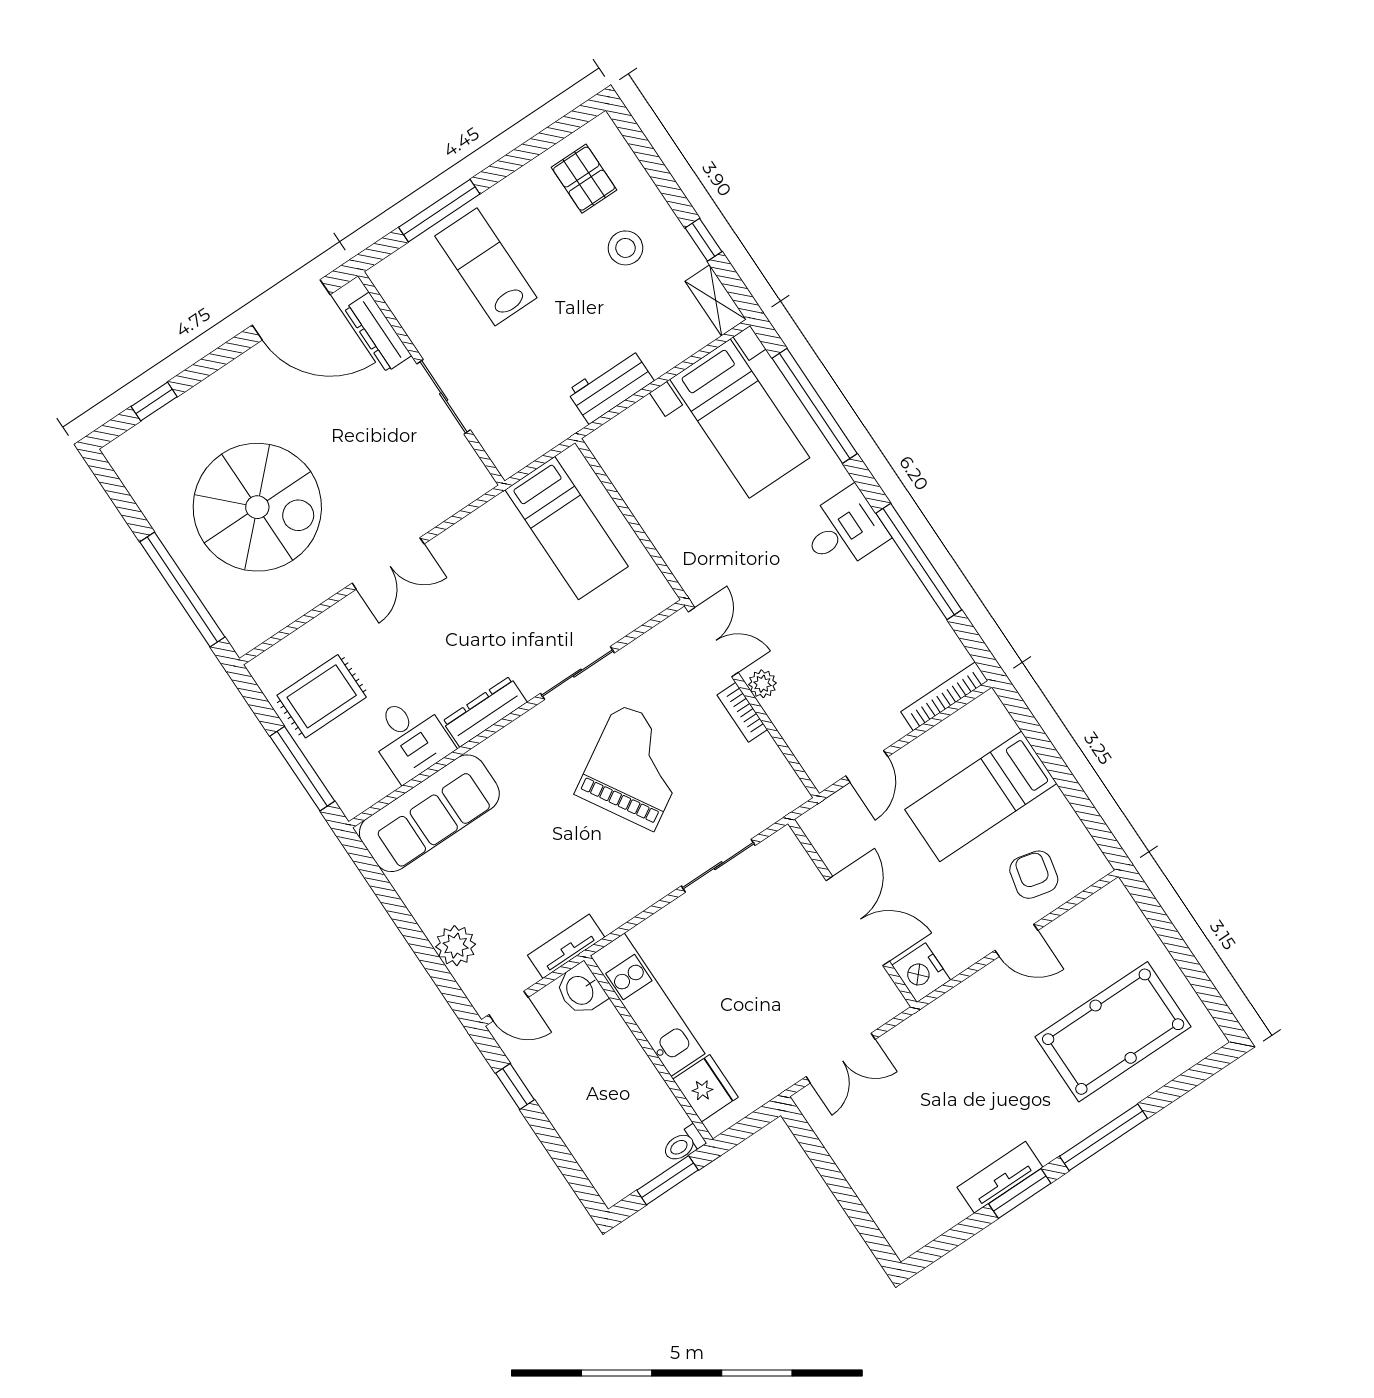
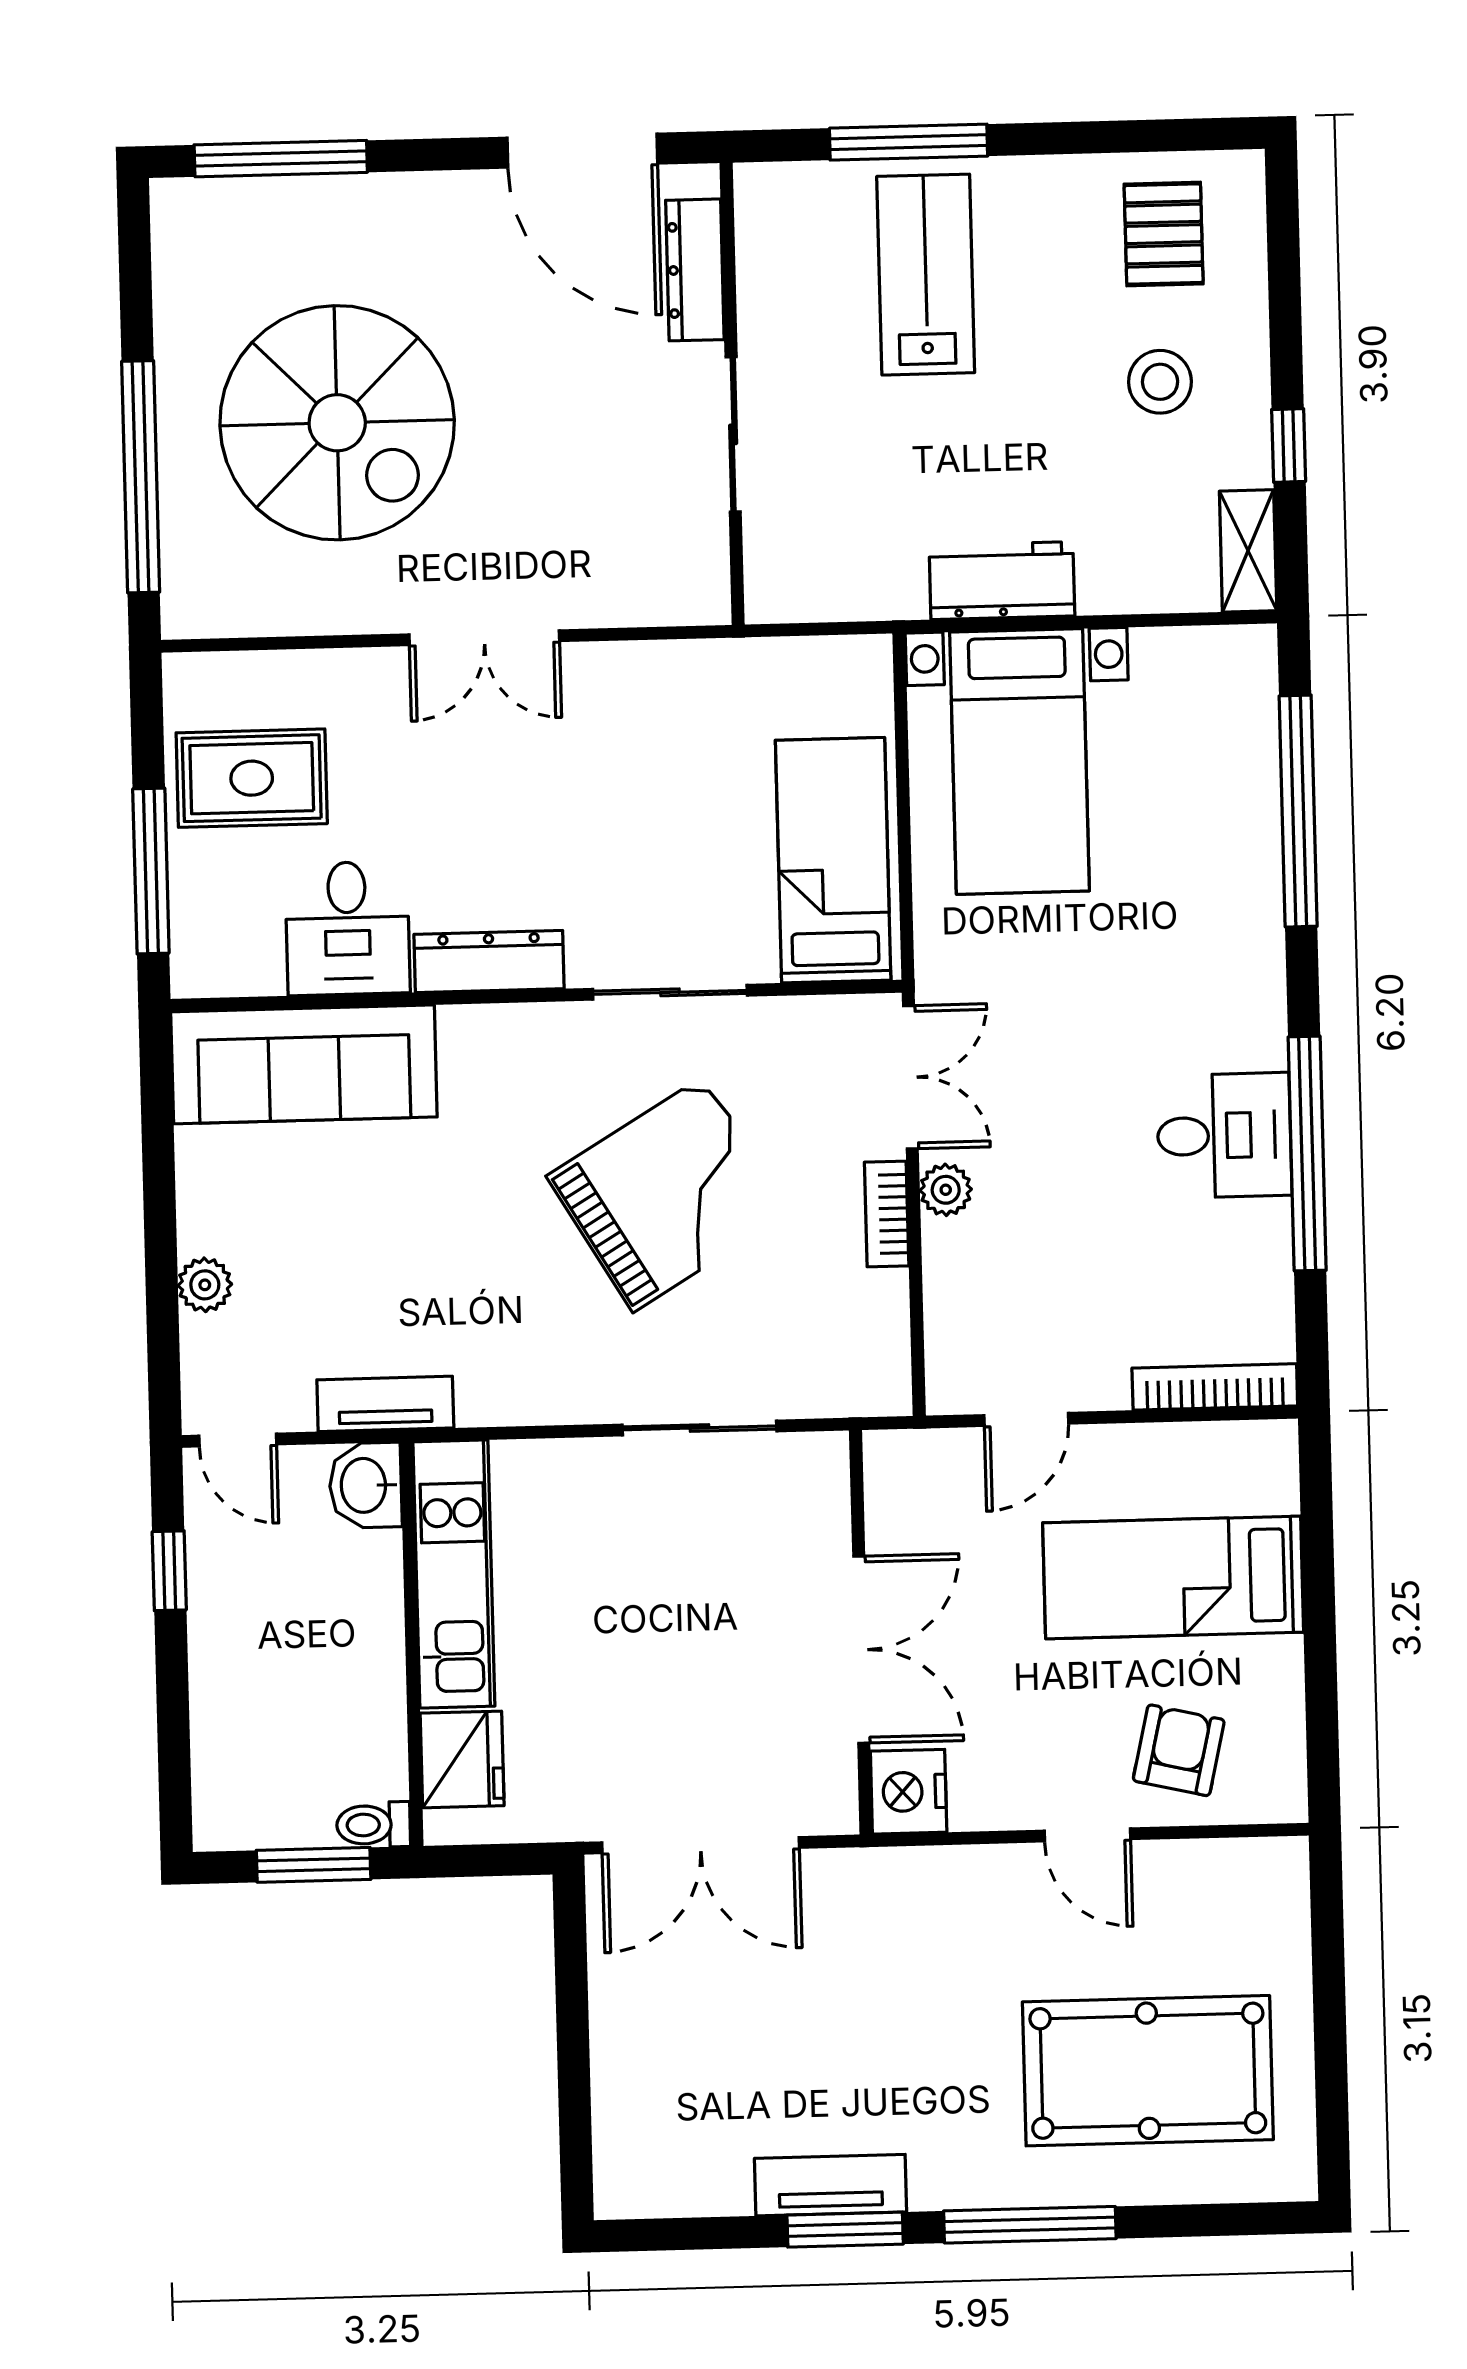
window: (154, 402) -> (281, 159), width x2.17
bed with nightstands: (740, 419) -> (1019, 761), moved
bed: (567, 528) -> (833, 860), moved, turned 180
desk: (844, 530) -> (1224, 1135), moved
plant: (456, 946) -> (205, 1285), width x0.73, depth x0.73
double door: (841, 1058) -> (701, 1845), width x1.37

